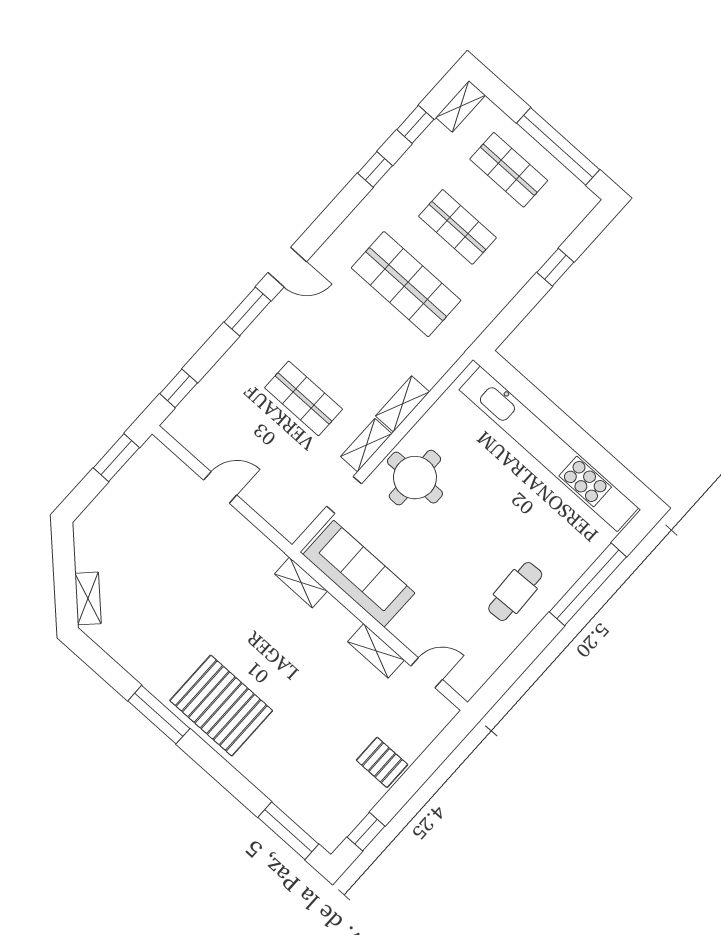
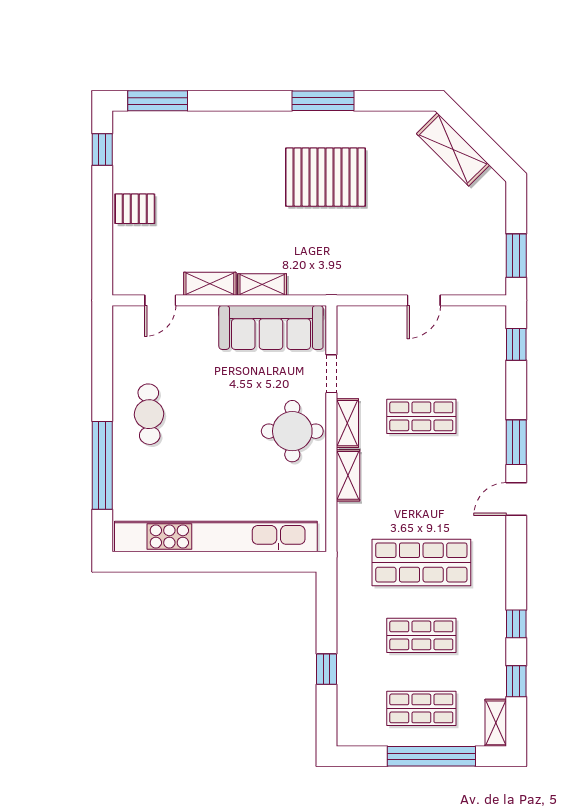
window: (558, 146) -> (431, 756), moved
shelving: (301, 582) -> (262, 285), moved
shelving: (88, 598) -> (453, 149), width x1.50, depth x1.33
pallet: (221, 706) -> (326, 177), moved

